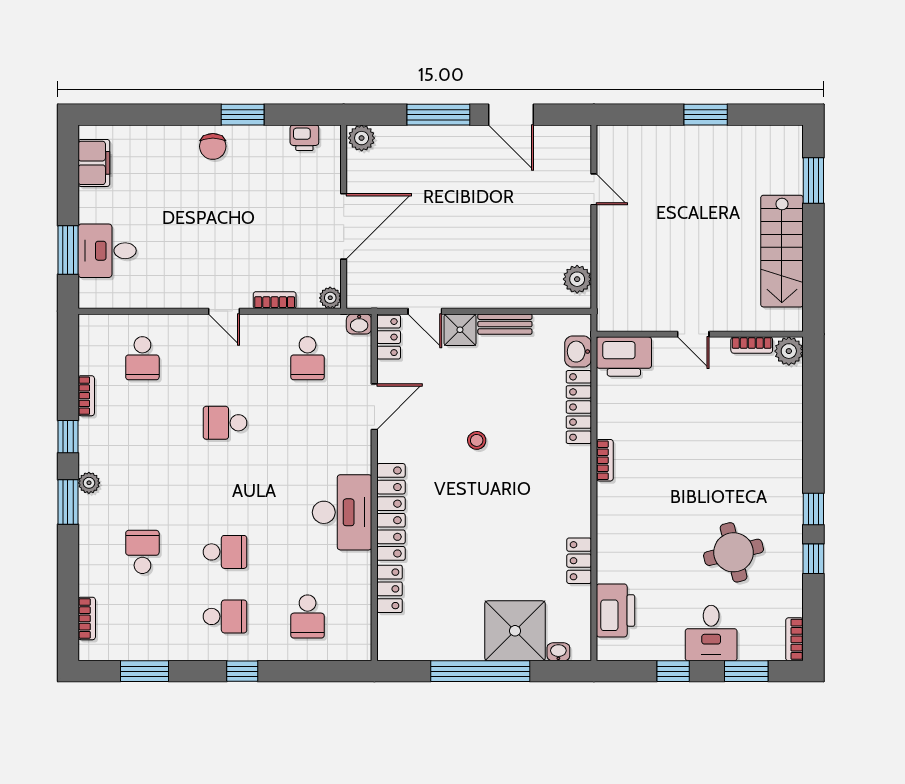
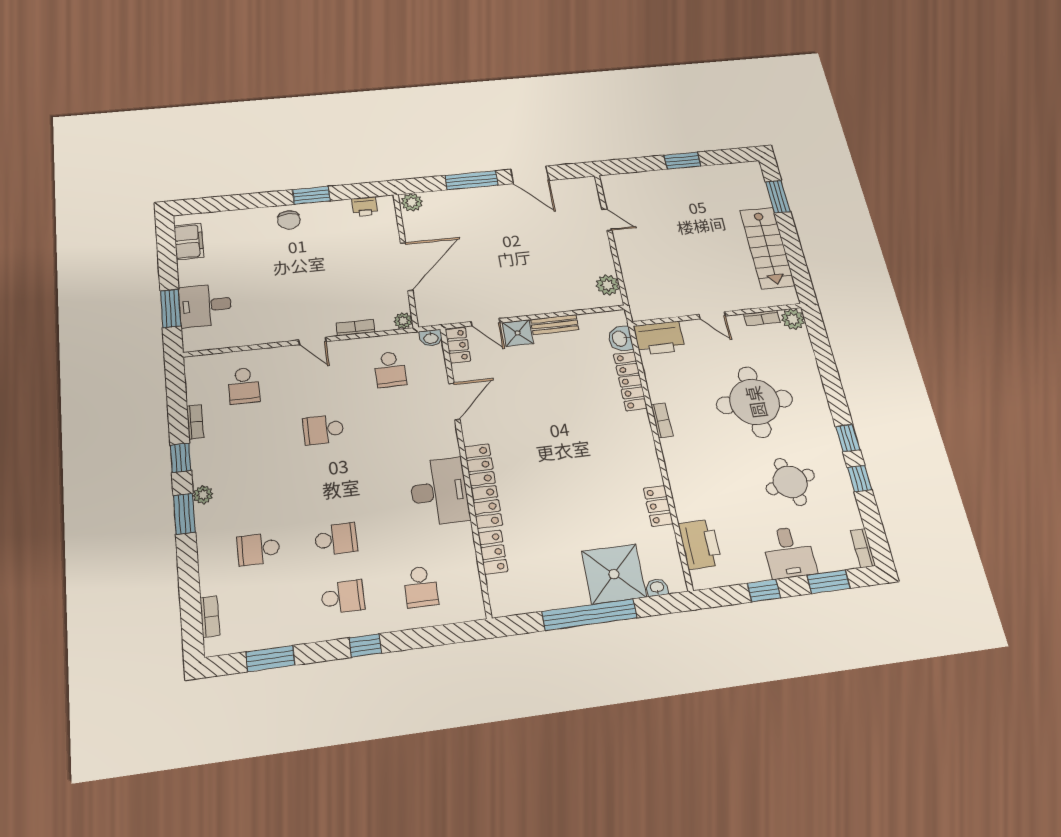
stool: (477, 440) -> (548, 418), removed
round table: (717, 451) -> (755, 402), added
school desk: (142, 552) -> (258, 549), turned -90

